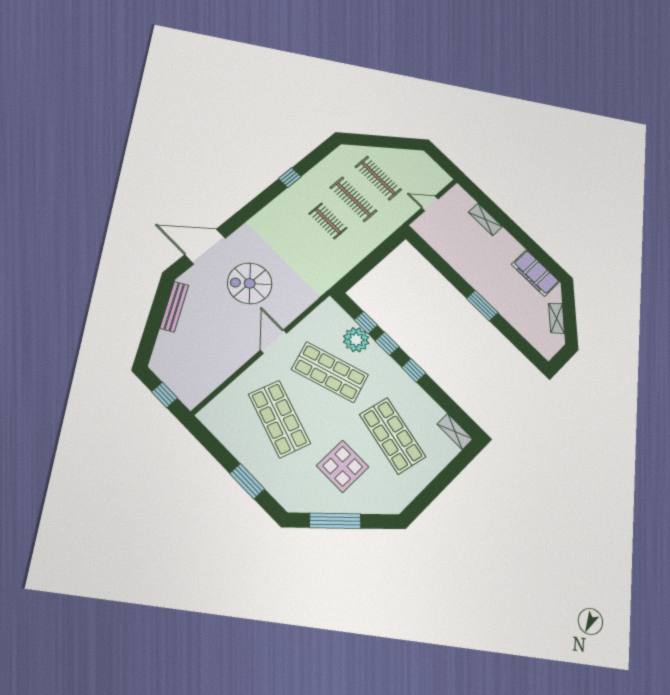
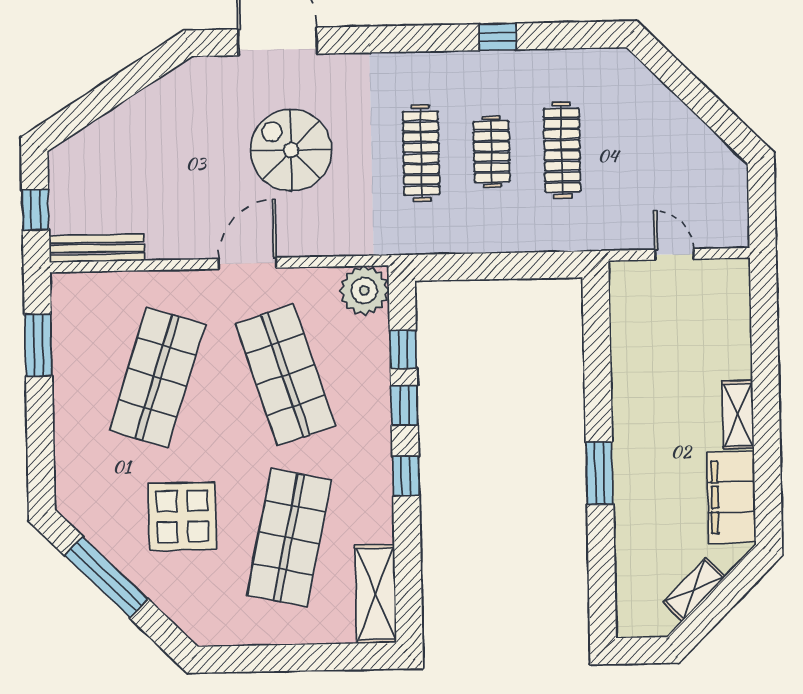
clothes rail: (378, 178) -> (421, 153), moved
shelving: (485, 219) -> (738, 415), moved
bench: (174, 307) -> (97, 248), moved, turned 32
plant: (356, 340) -> (364, 290), moved
shelving: (455, 432) -> (376, 594), width x1.50, depth x1.33
window: (247, 481) -> (38, 345), moved

